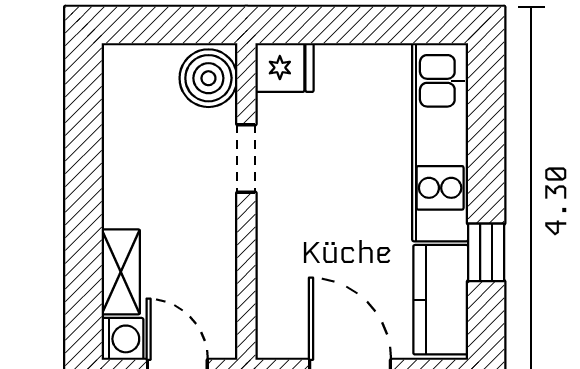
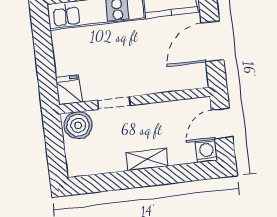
shelving: (121, 272) -> (147, 159), moved

